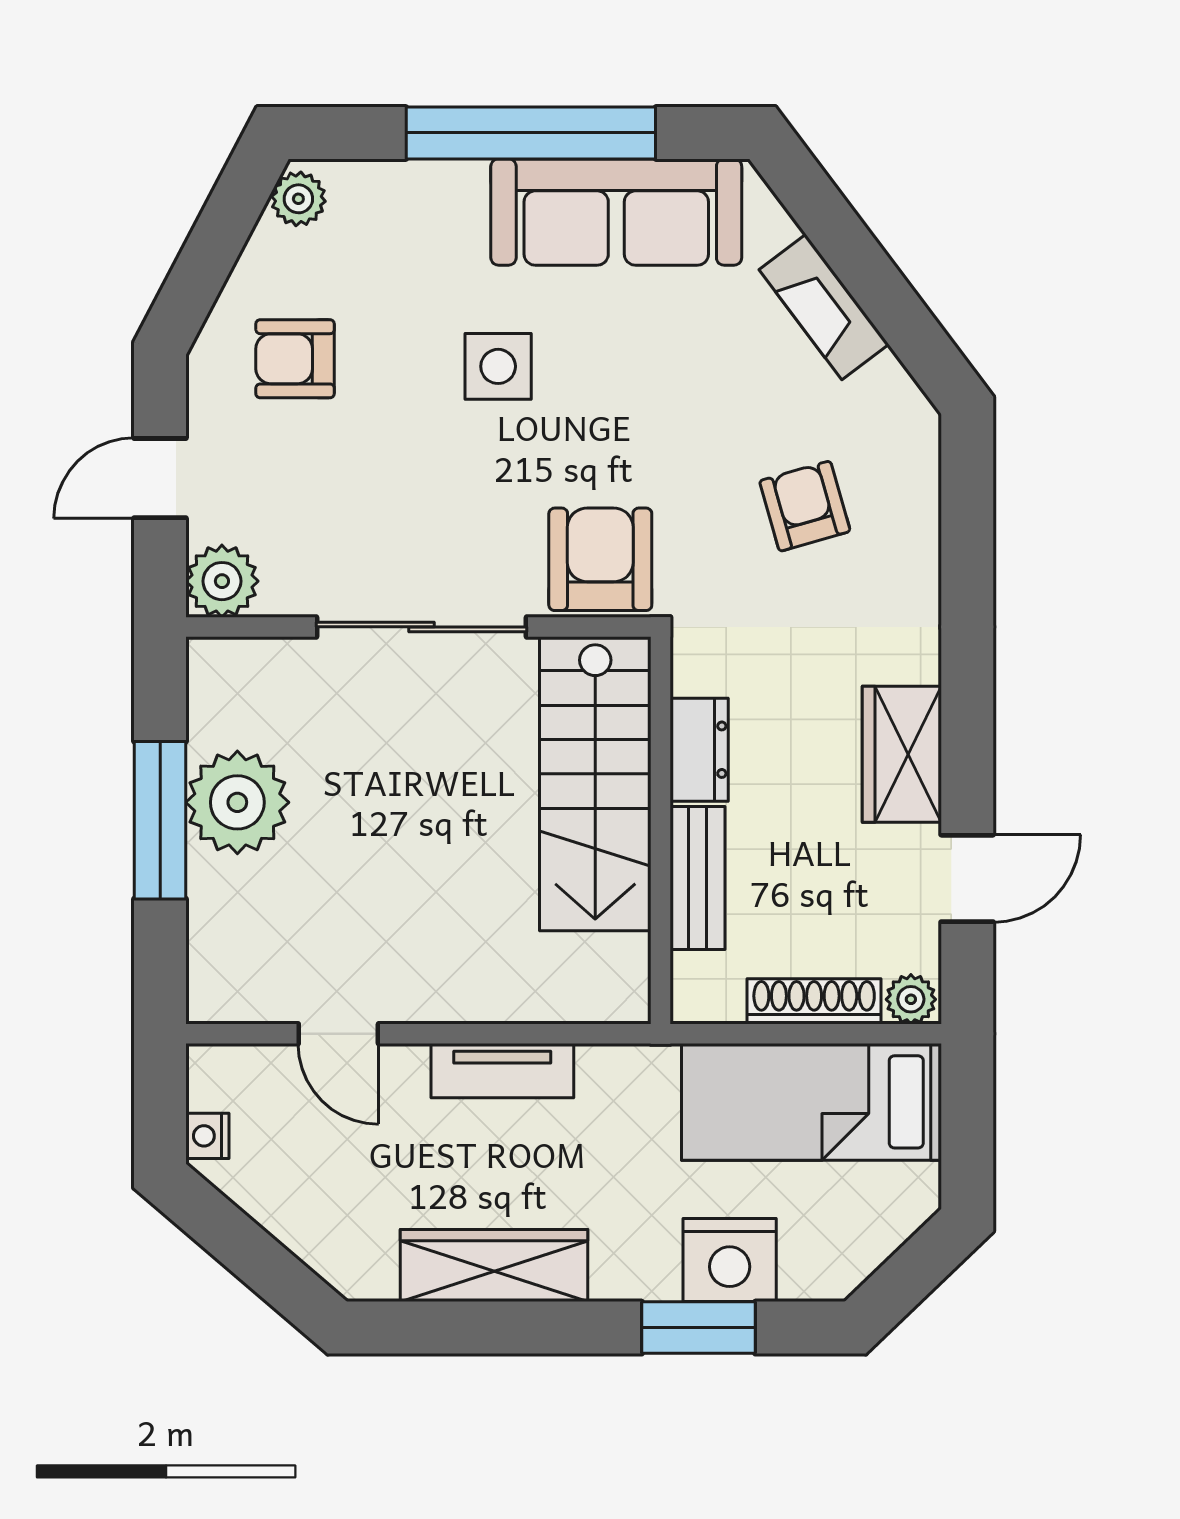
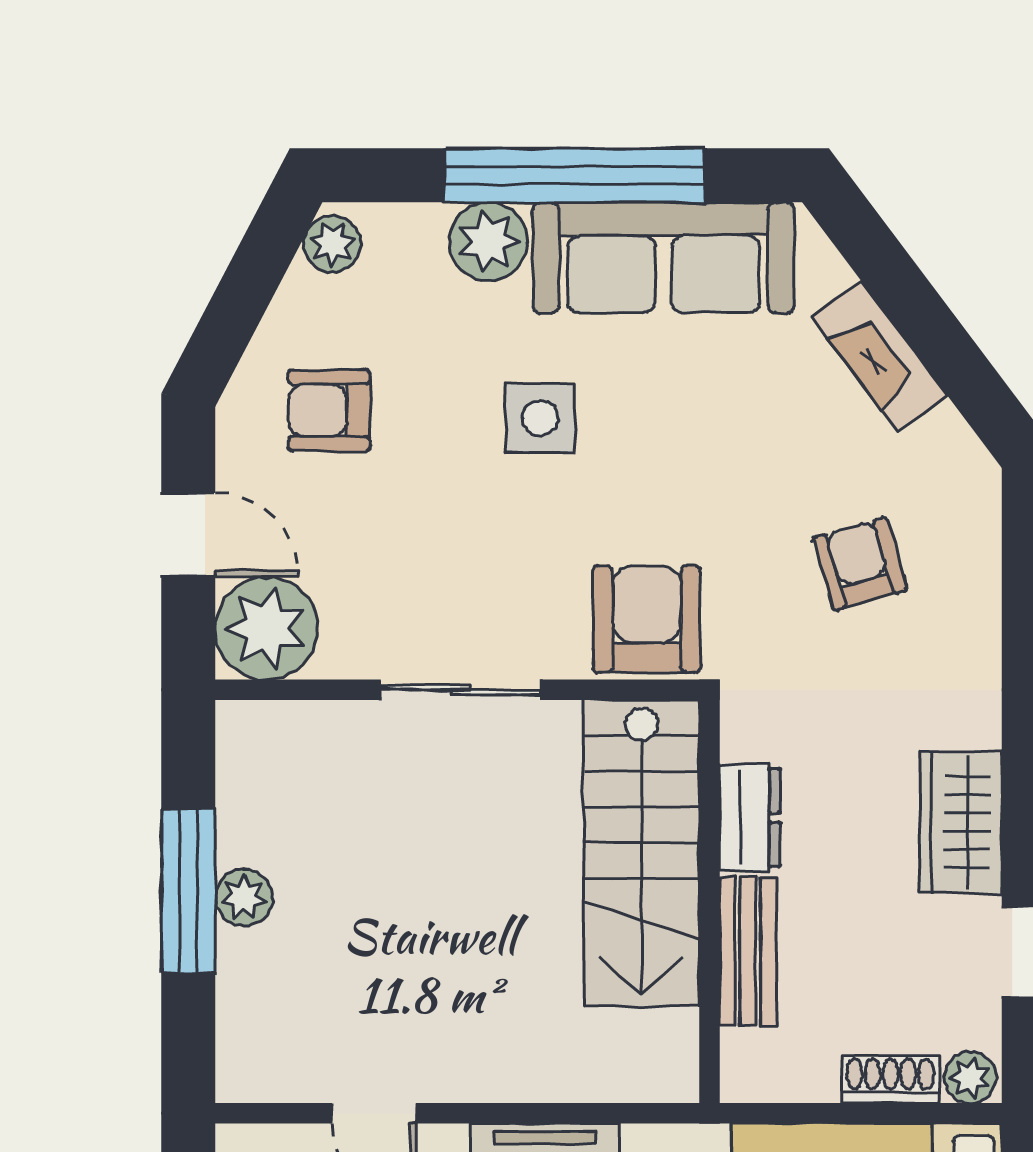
plant: (448, 196) -> (488, 241), added
door: (160, 478) -> (188, 535), swing flipped
plant: (222, 581) -> (267, 628), width x1.36, depth x1.36
sliding door: (422, 627) -> (461, 690), width x0.73
plant: (237, 802) -> (244, 897), width x0.53, depth x0.53
shoe rack: (814, 1001) -> (890, 1080), width x0.70

